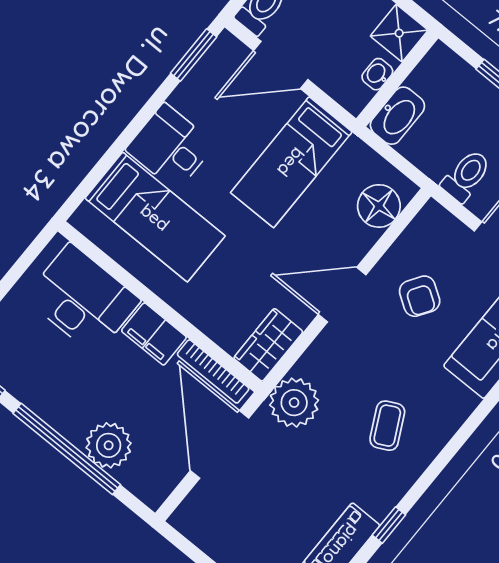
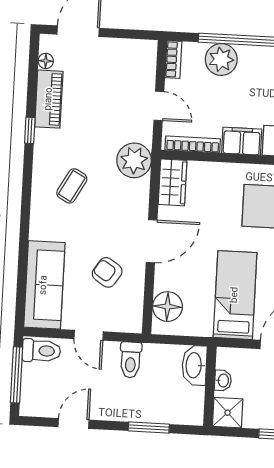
coffee table: (387, 426) -> (72, 186), turned 56
door: (220, 444) -> (159, 106), width x0.53
bookcase: (164, 486) -> (173, 59), added

